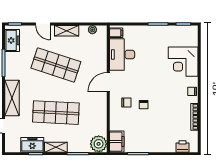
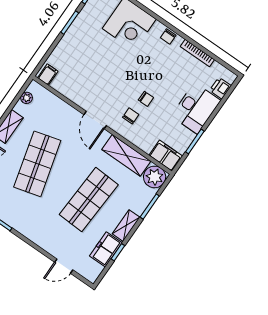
desk: (122, 54) -> (196, 108), moved, turned -90
shop shelf: (56, 65) -> (37, 164), turned -33
shelving: (12, 98) -> (126, 155), moved

